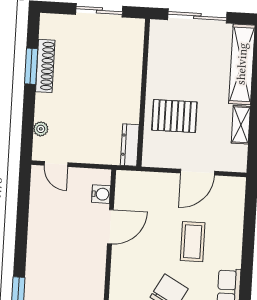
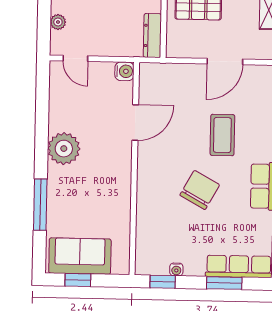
water cooler: (101, 194) -> (124, 71), moved
plant: (42, 249) -> (64, 149), added

